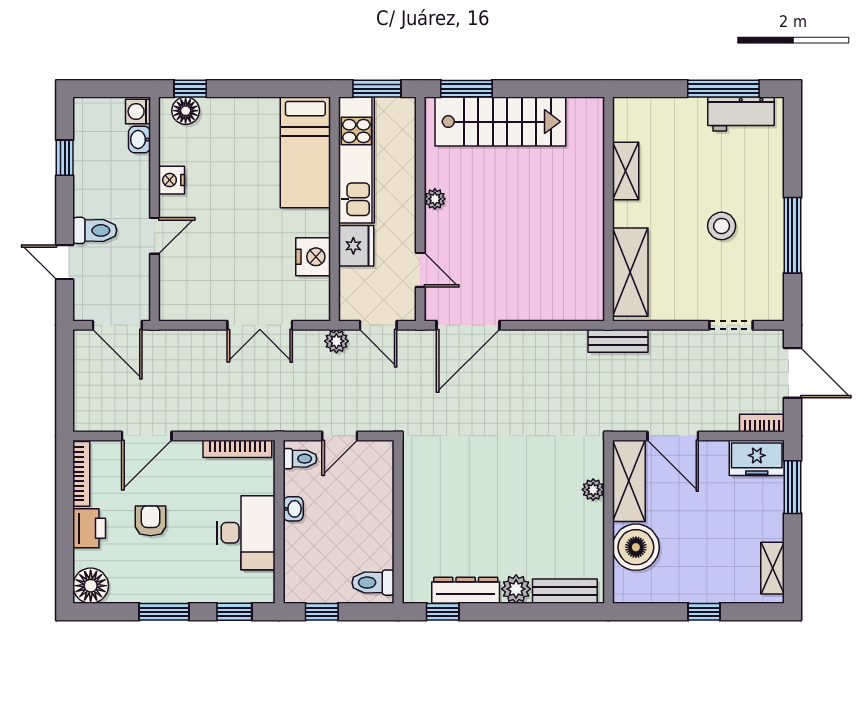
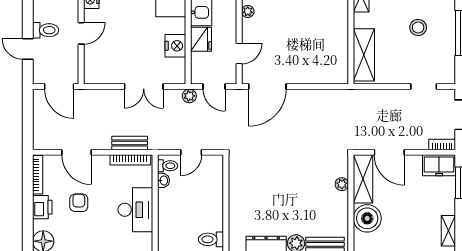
door: (420, 270) -> (239, 54), hinge flipped
bench: (618, 341) -> (130, 143), moved
door: (147, 436) -> (77, 152), hinge flipped
washbasin: (293, 509) -> (164, 180), moved

